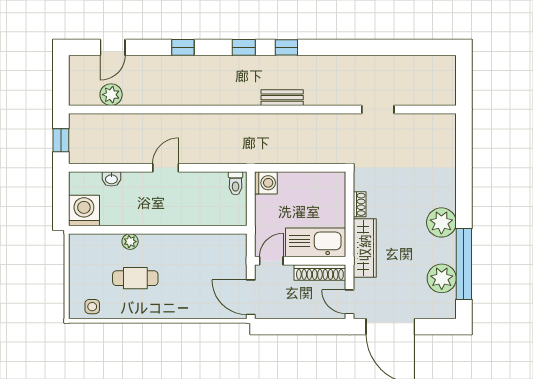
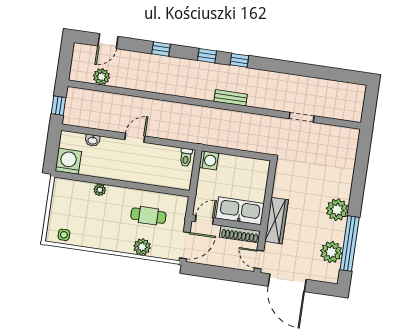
shoe rack: (360, 204) -> (277, 187), removed
cafe table: (135, 278) -> (148, 216), moved
door: (251, 297) -> (185, 245), swing flipped
plant: (196, 307) -> (142, 247), added

